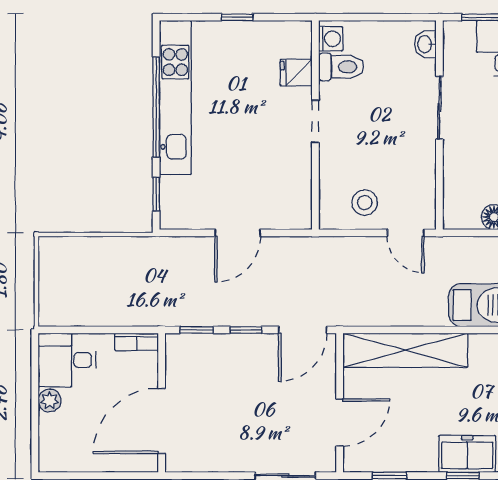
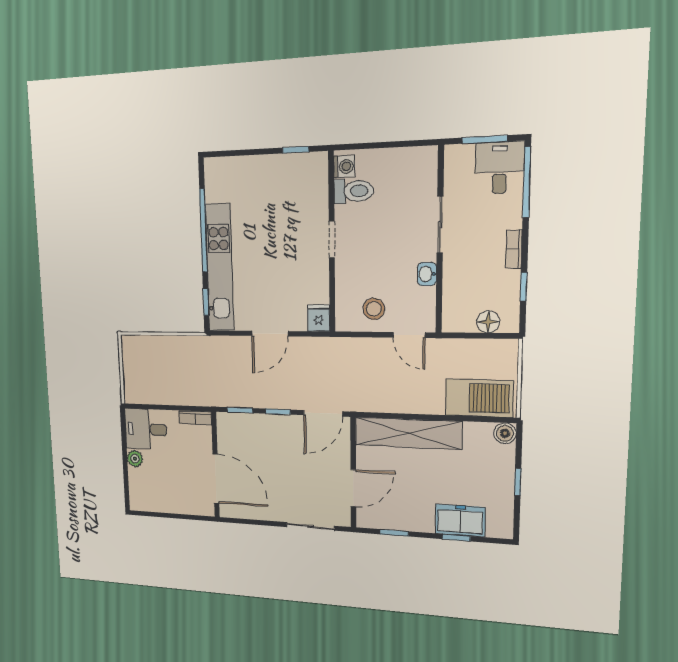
window: (237, 17) -> (296, 150), moved
washbasin: (425, 44) -> (427, 274), moved
fridge: (296, 73) -> (319, 318), moved, turned 90
kitchen unit: (175, 97) -> (219, 268), moved
door: (162, 421) -> (216, 479), swing flipped

